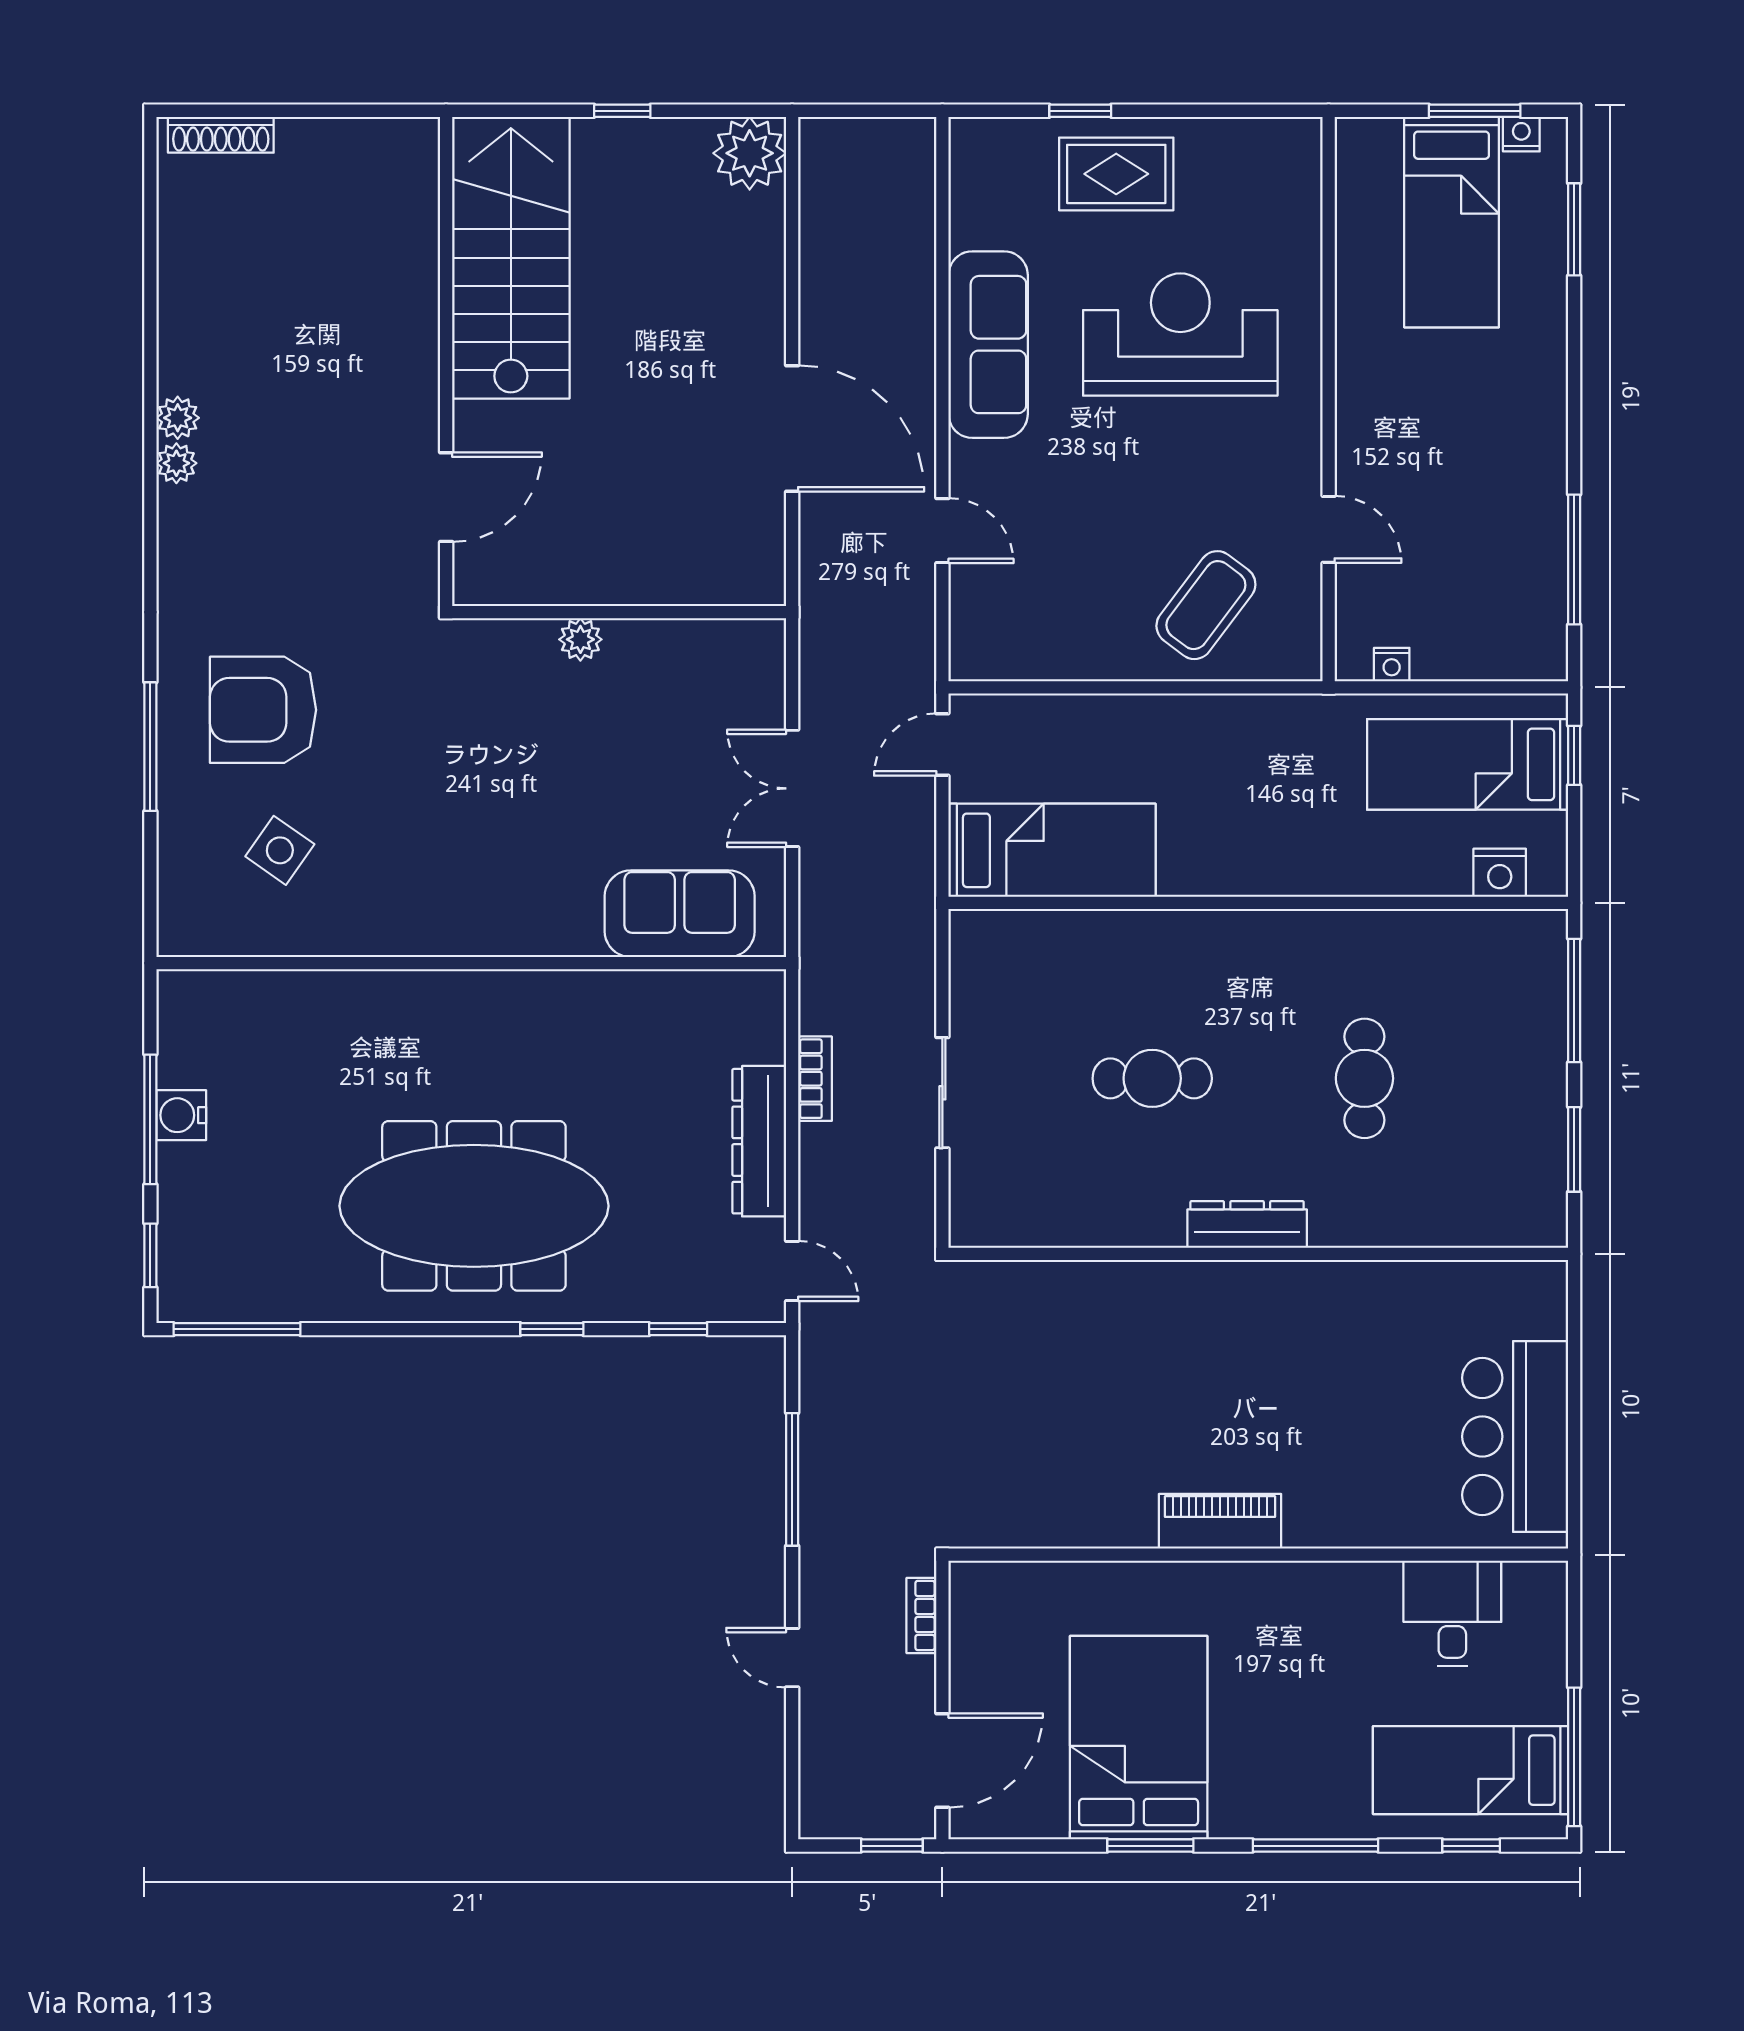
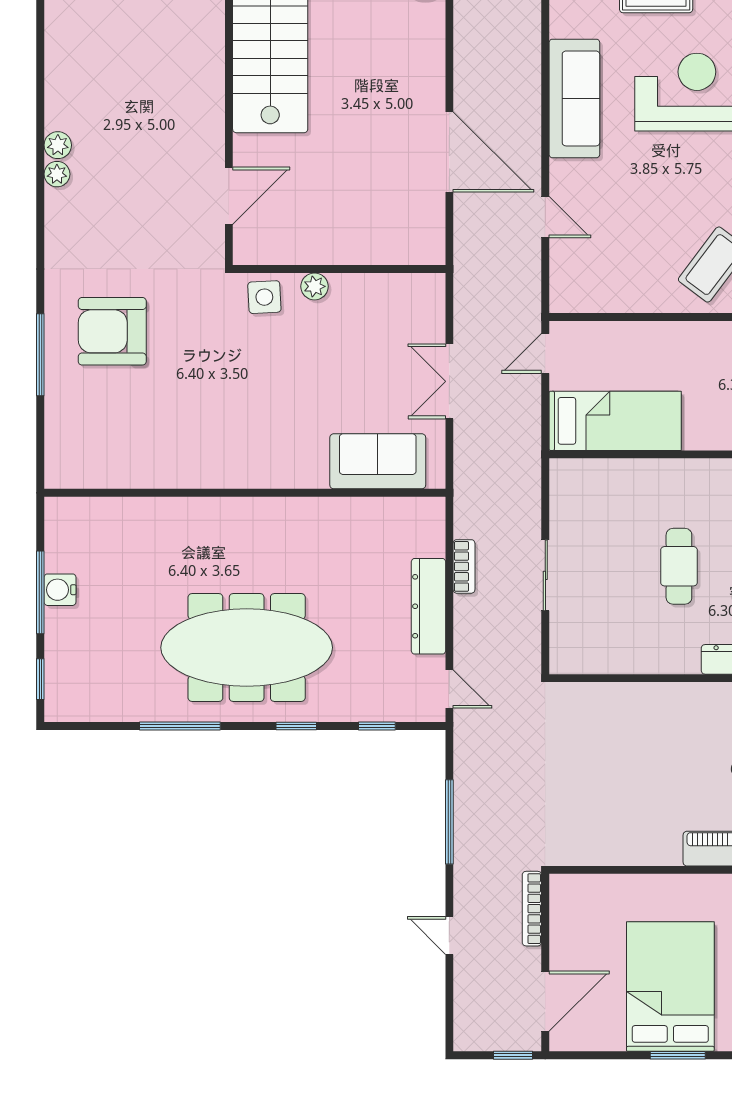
side table: (280, 850) -> (264, 297), moved, turned -38
cafe table: (1152, 1078) -> (679, 566), turned 90
window: (237, 1329) -> (180, 726), moved
bookcase: (921, 1615) -> (532, 909), width x1.56

